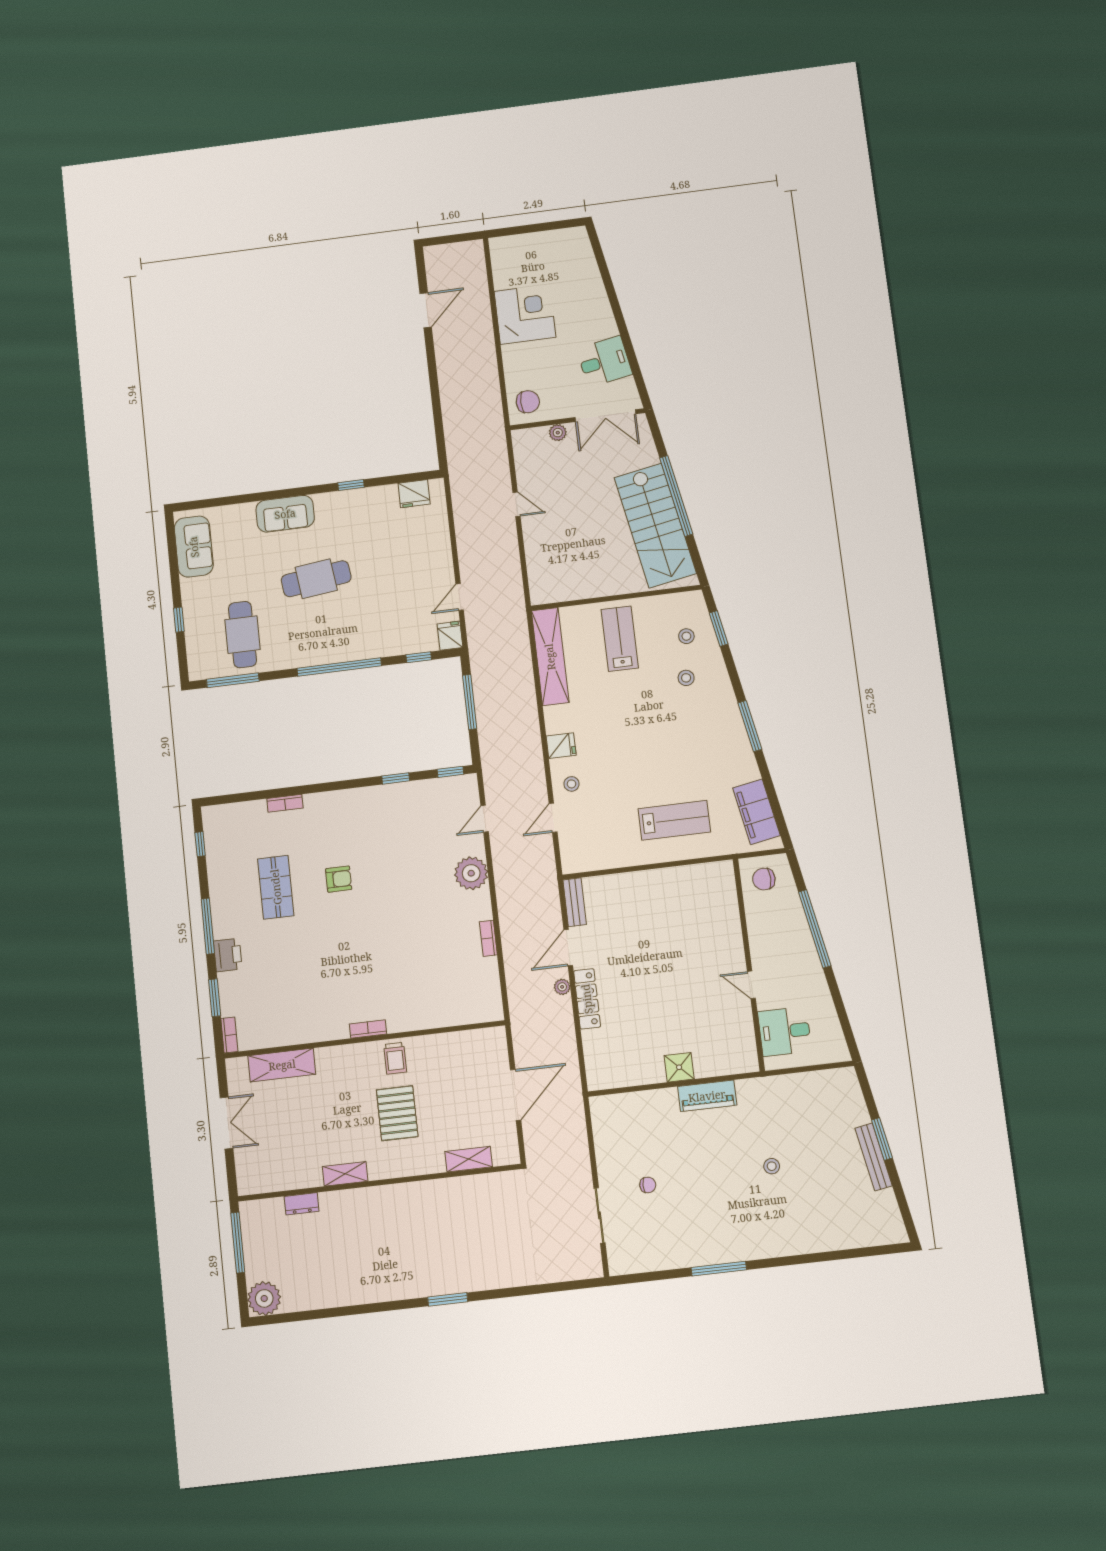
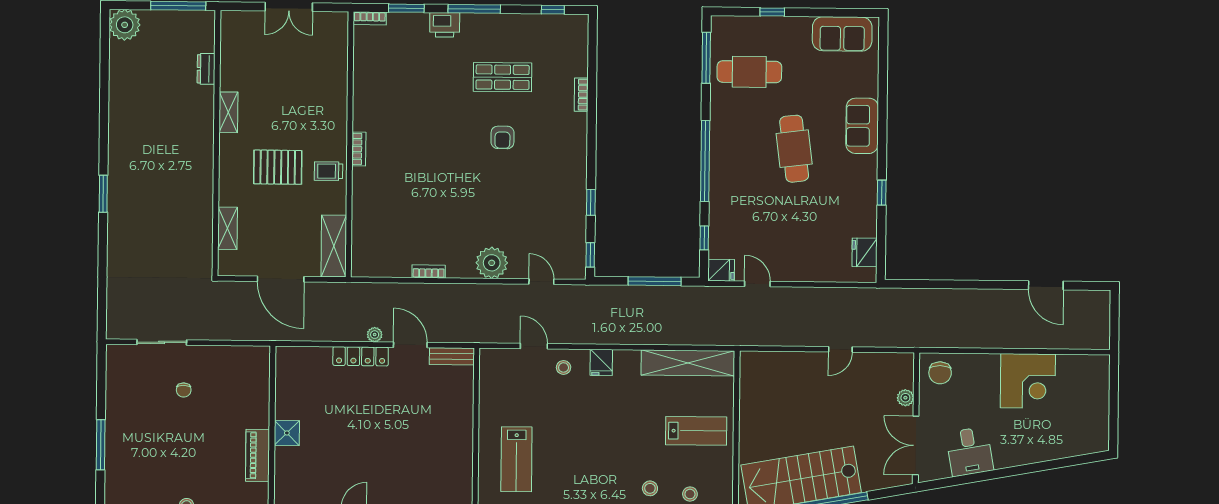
shelving: (282, 1065) -> (334, 246), moved

